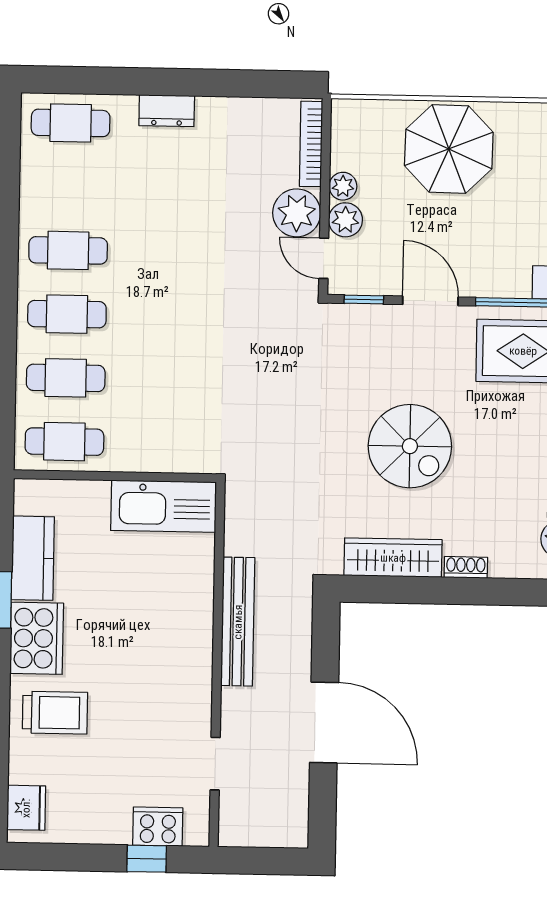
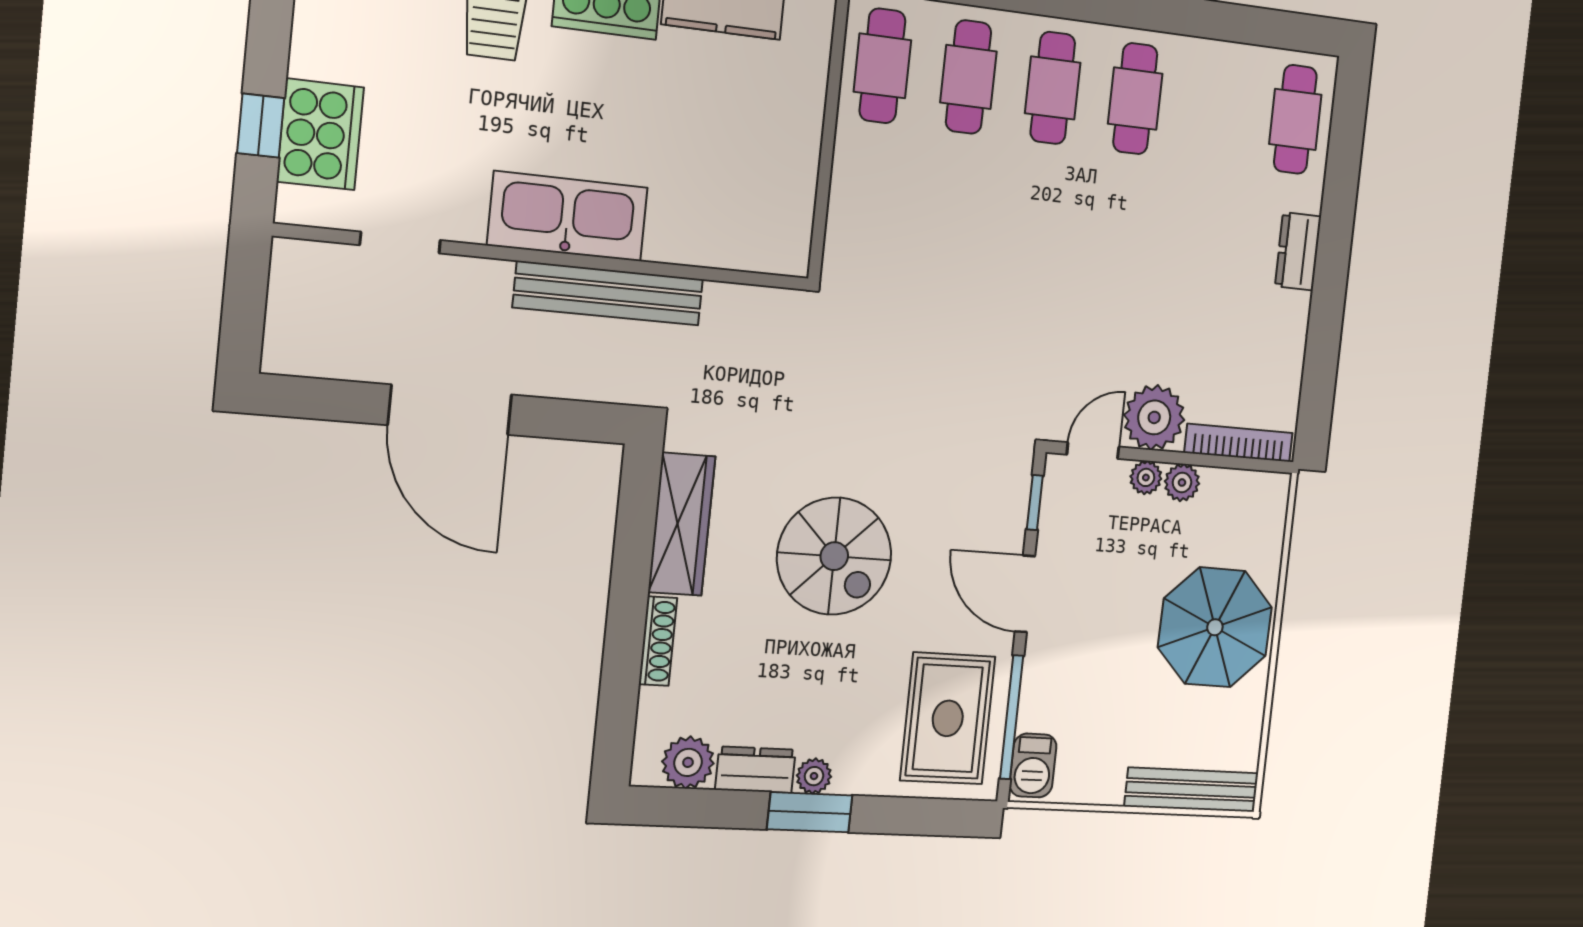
plant: (345, 220) -> (1146, 477), width x0.73, depth x0.73
door: (430, 301) -> (1025, 594), swing flipped
spiral stairs: (410, 446) -> (834, 556), turned -90
kitchen sink: (164, 506) -> (568, 216), moved, turned 90
shoe rack: (466, 567) -> (658, 641), width x1.43
door: (324, 723) -> (450, 410), hinge flipped
cooker: (158, 827) -> (320, 134), width x1.37, depth x1.31

